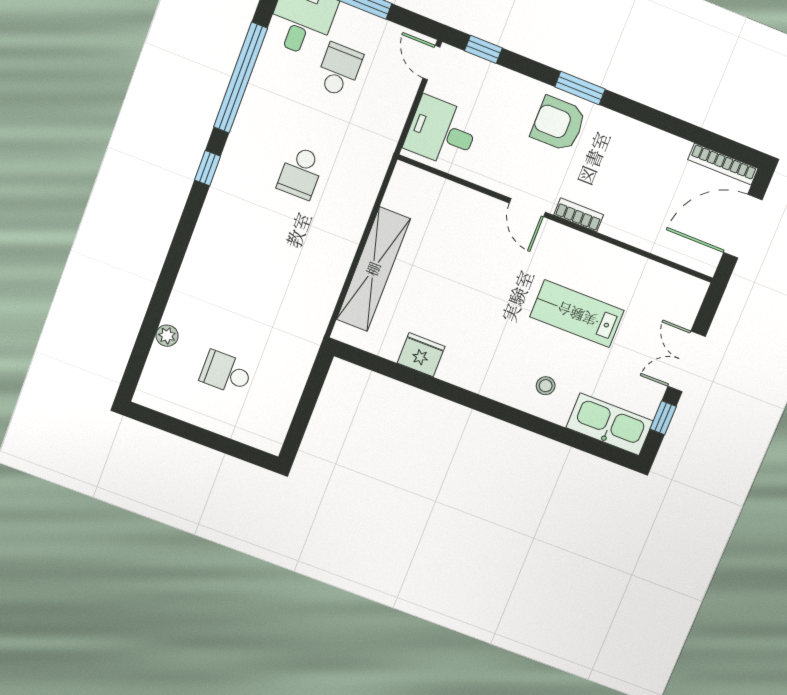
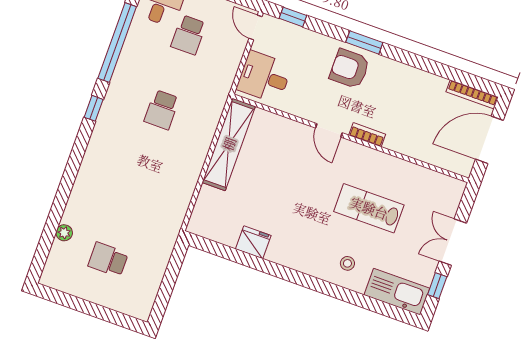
school desk: (339, 70) -> (189, 35), turned 180
shelving: (373, 269) -> (229, 144), moved

